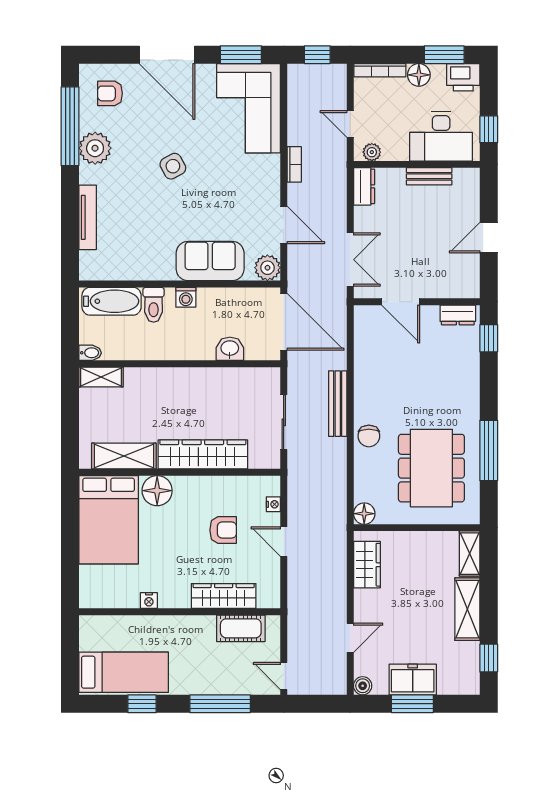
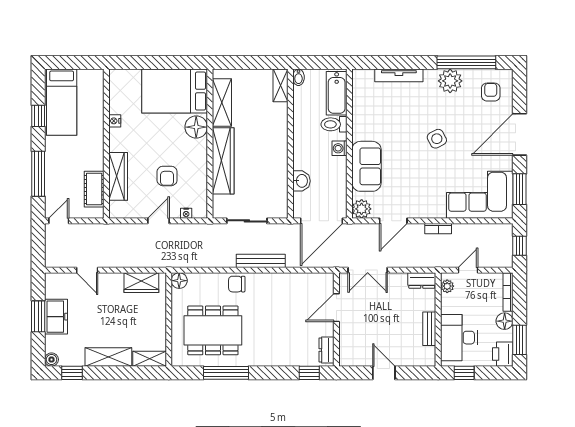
boiler: (363, 686) -> (52, 360), moved

